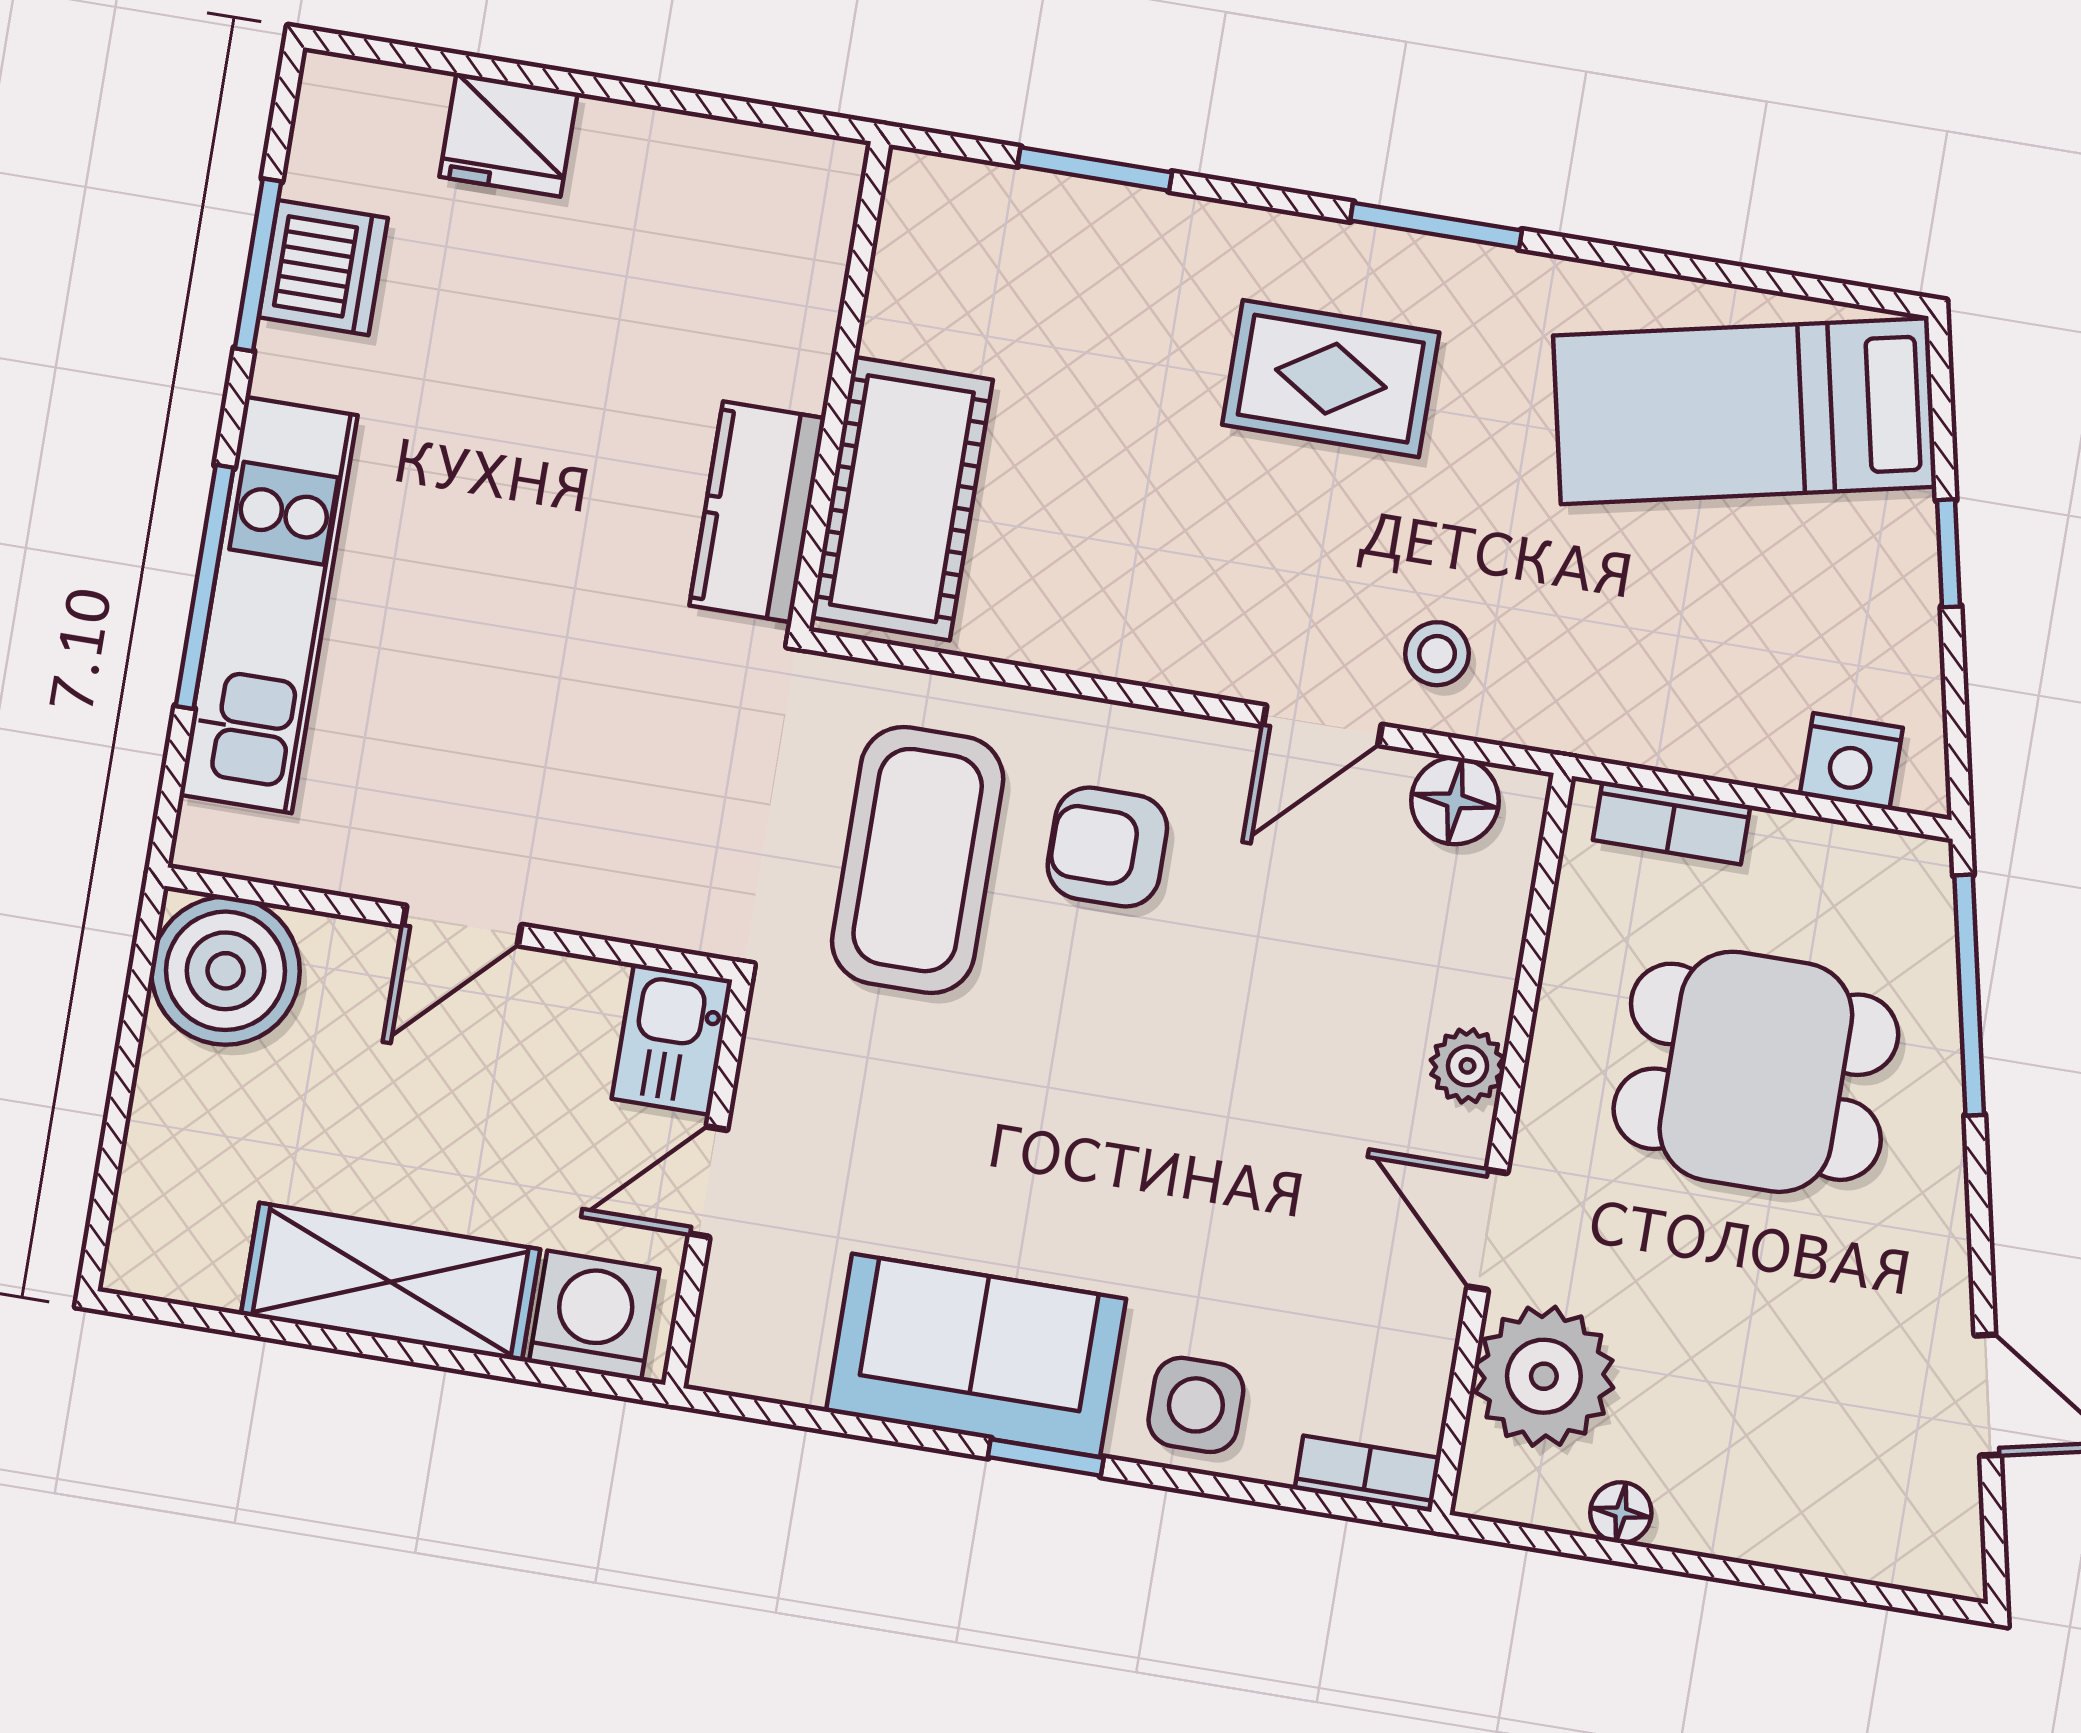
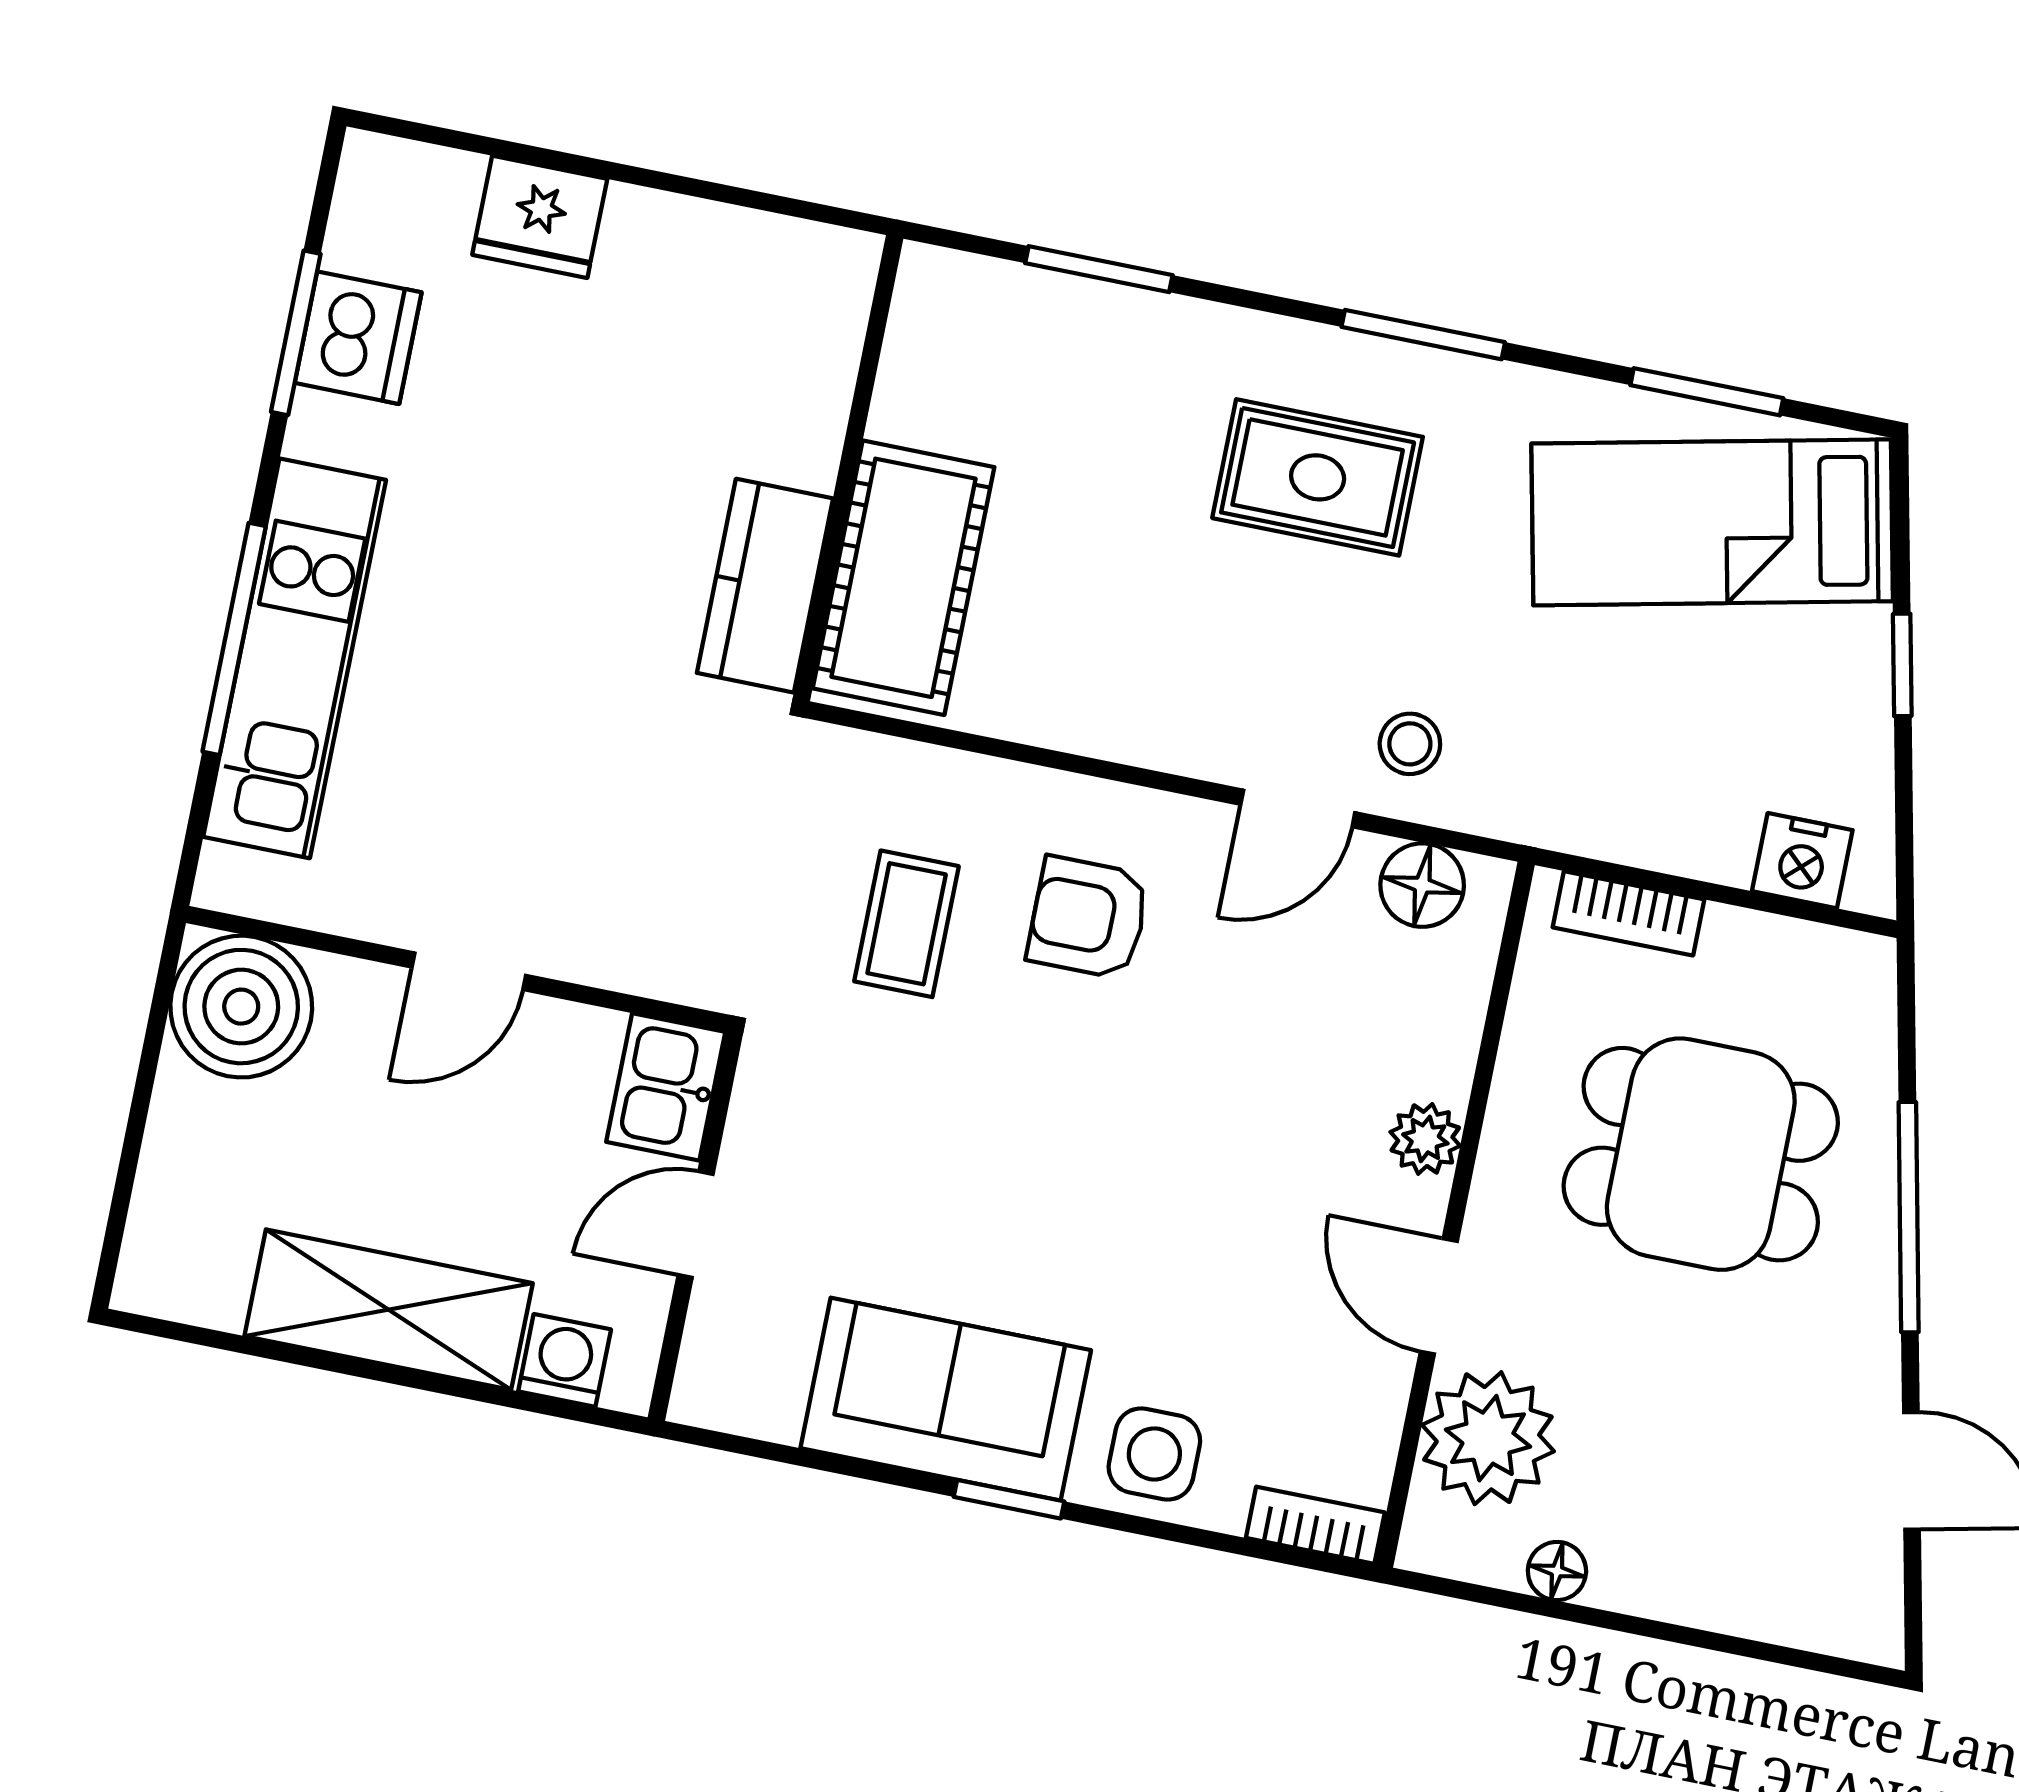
window: (1734, 275) -> (1707, 392), added
coffee table: (918, 860) -> (907, 924), width x0.54, depth x0.58
window: (1969, 995) -> (1909, 1217), moved
washing machine: (594, 1316) -> (565, 1360), width x0.73, depth x0.73

